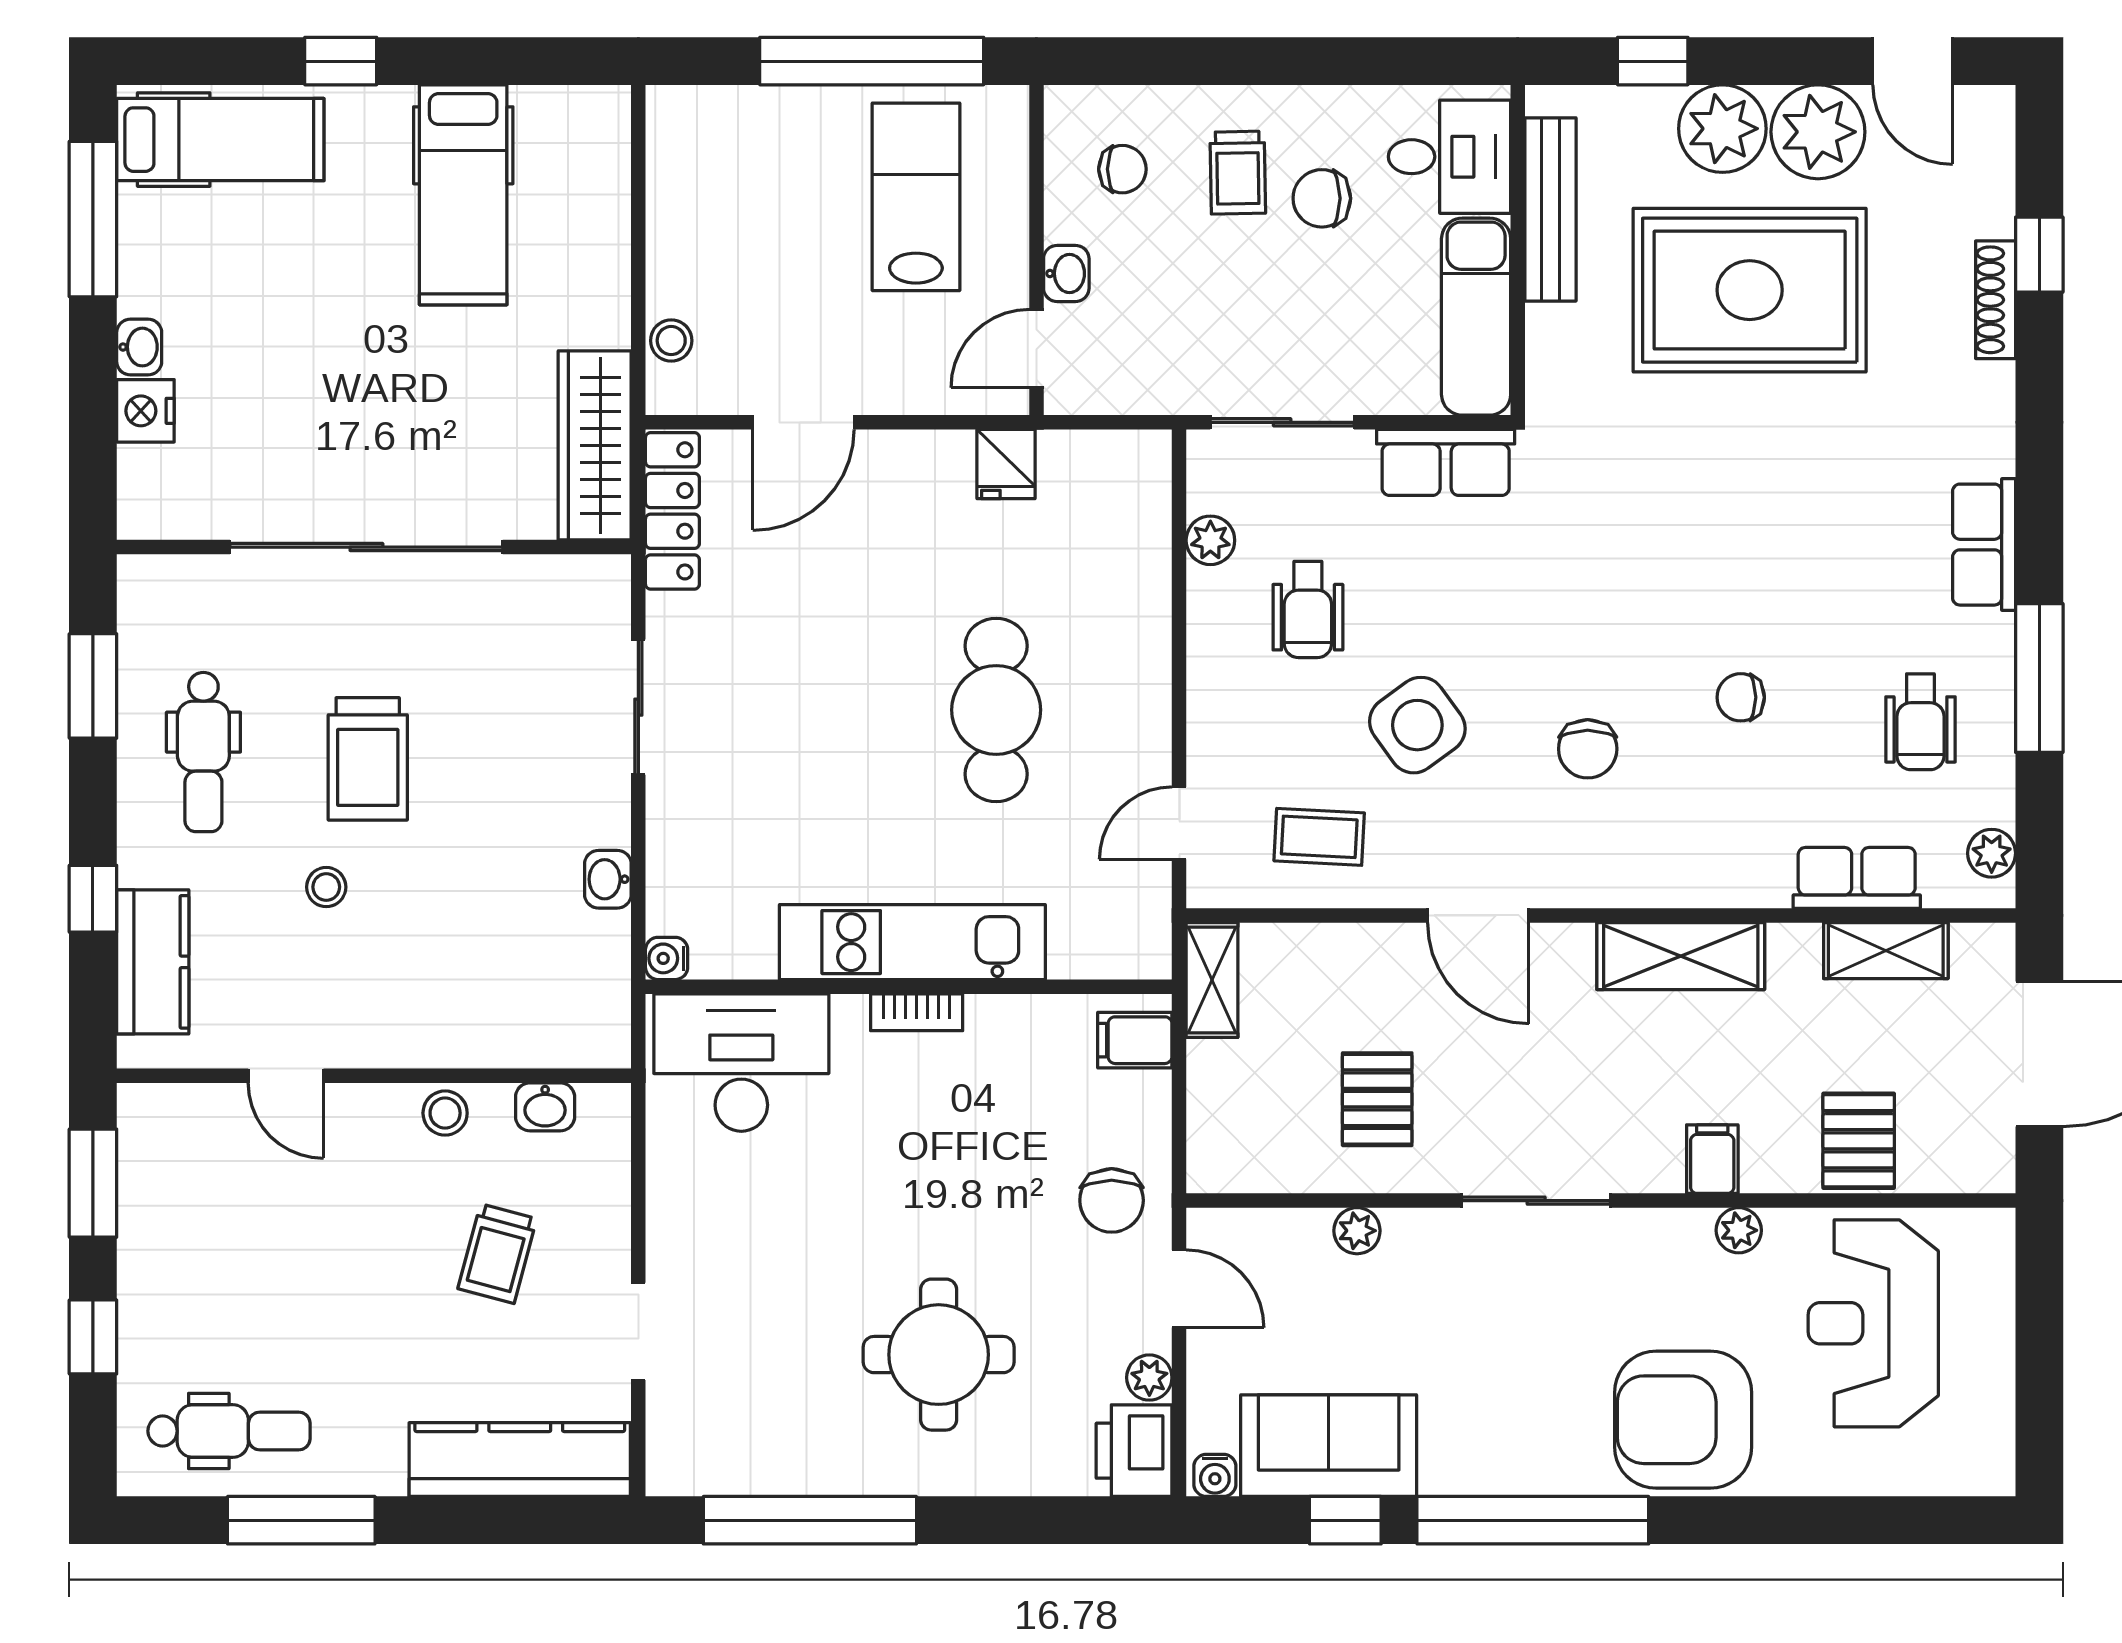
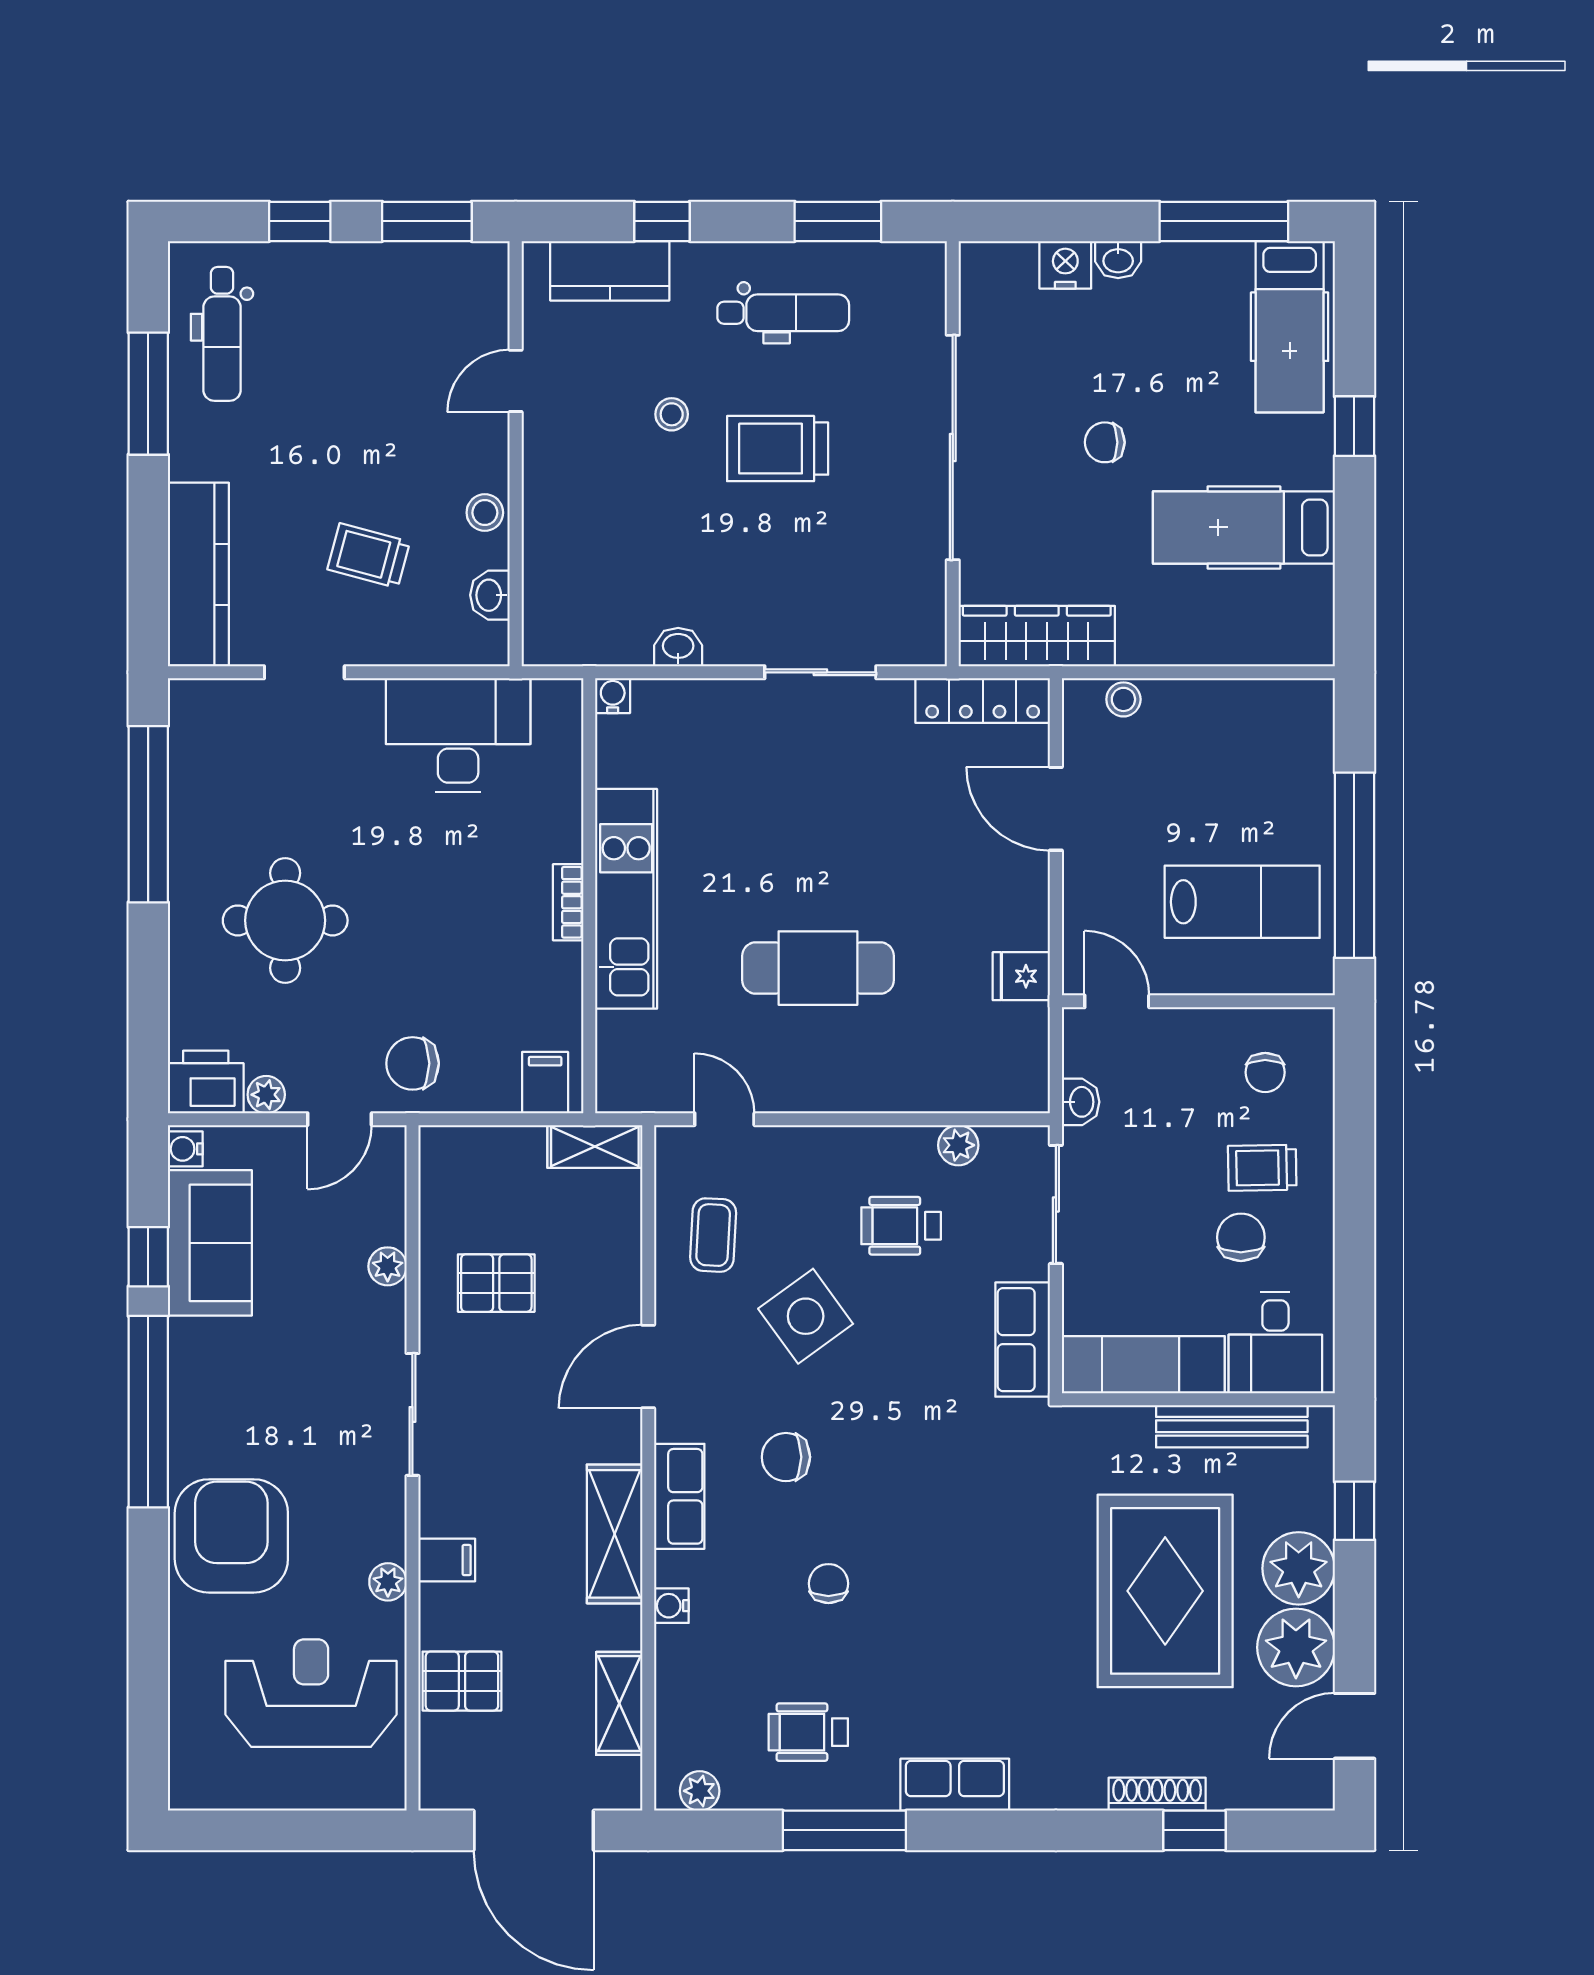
washbasin: (1066, 273) -> (1081, 1102), moved, turned -90
chair: (360, 363) -> (1105, 442), added
dental chair: (203, 752) -> (783, 313), turned 180
row of seats: (1857, 878) -> (679, 1496), moved
water cooler: (1767, 887) -> (671, 1606), added
desk: (741, 1063) -> (458, 735), moved, turned -90

